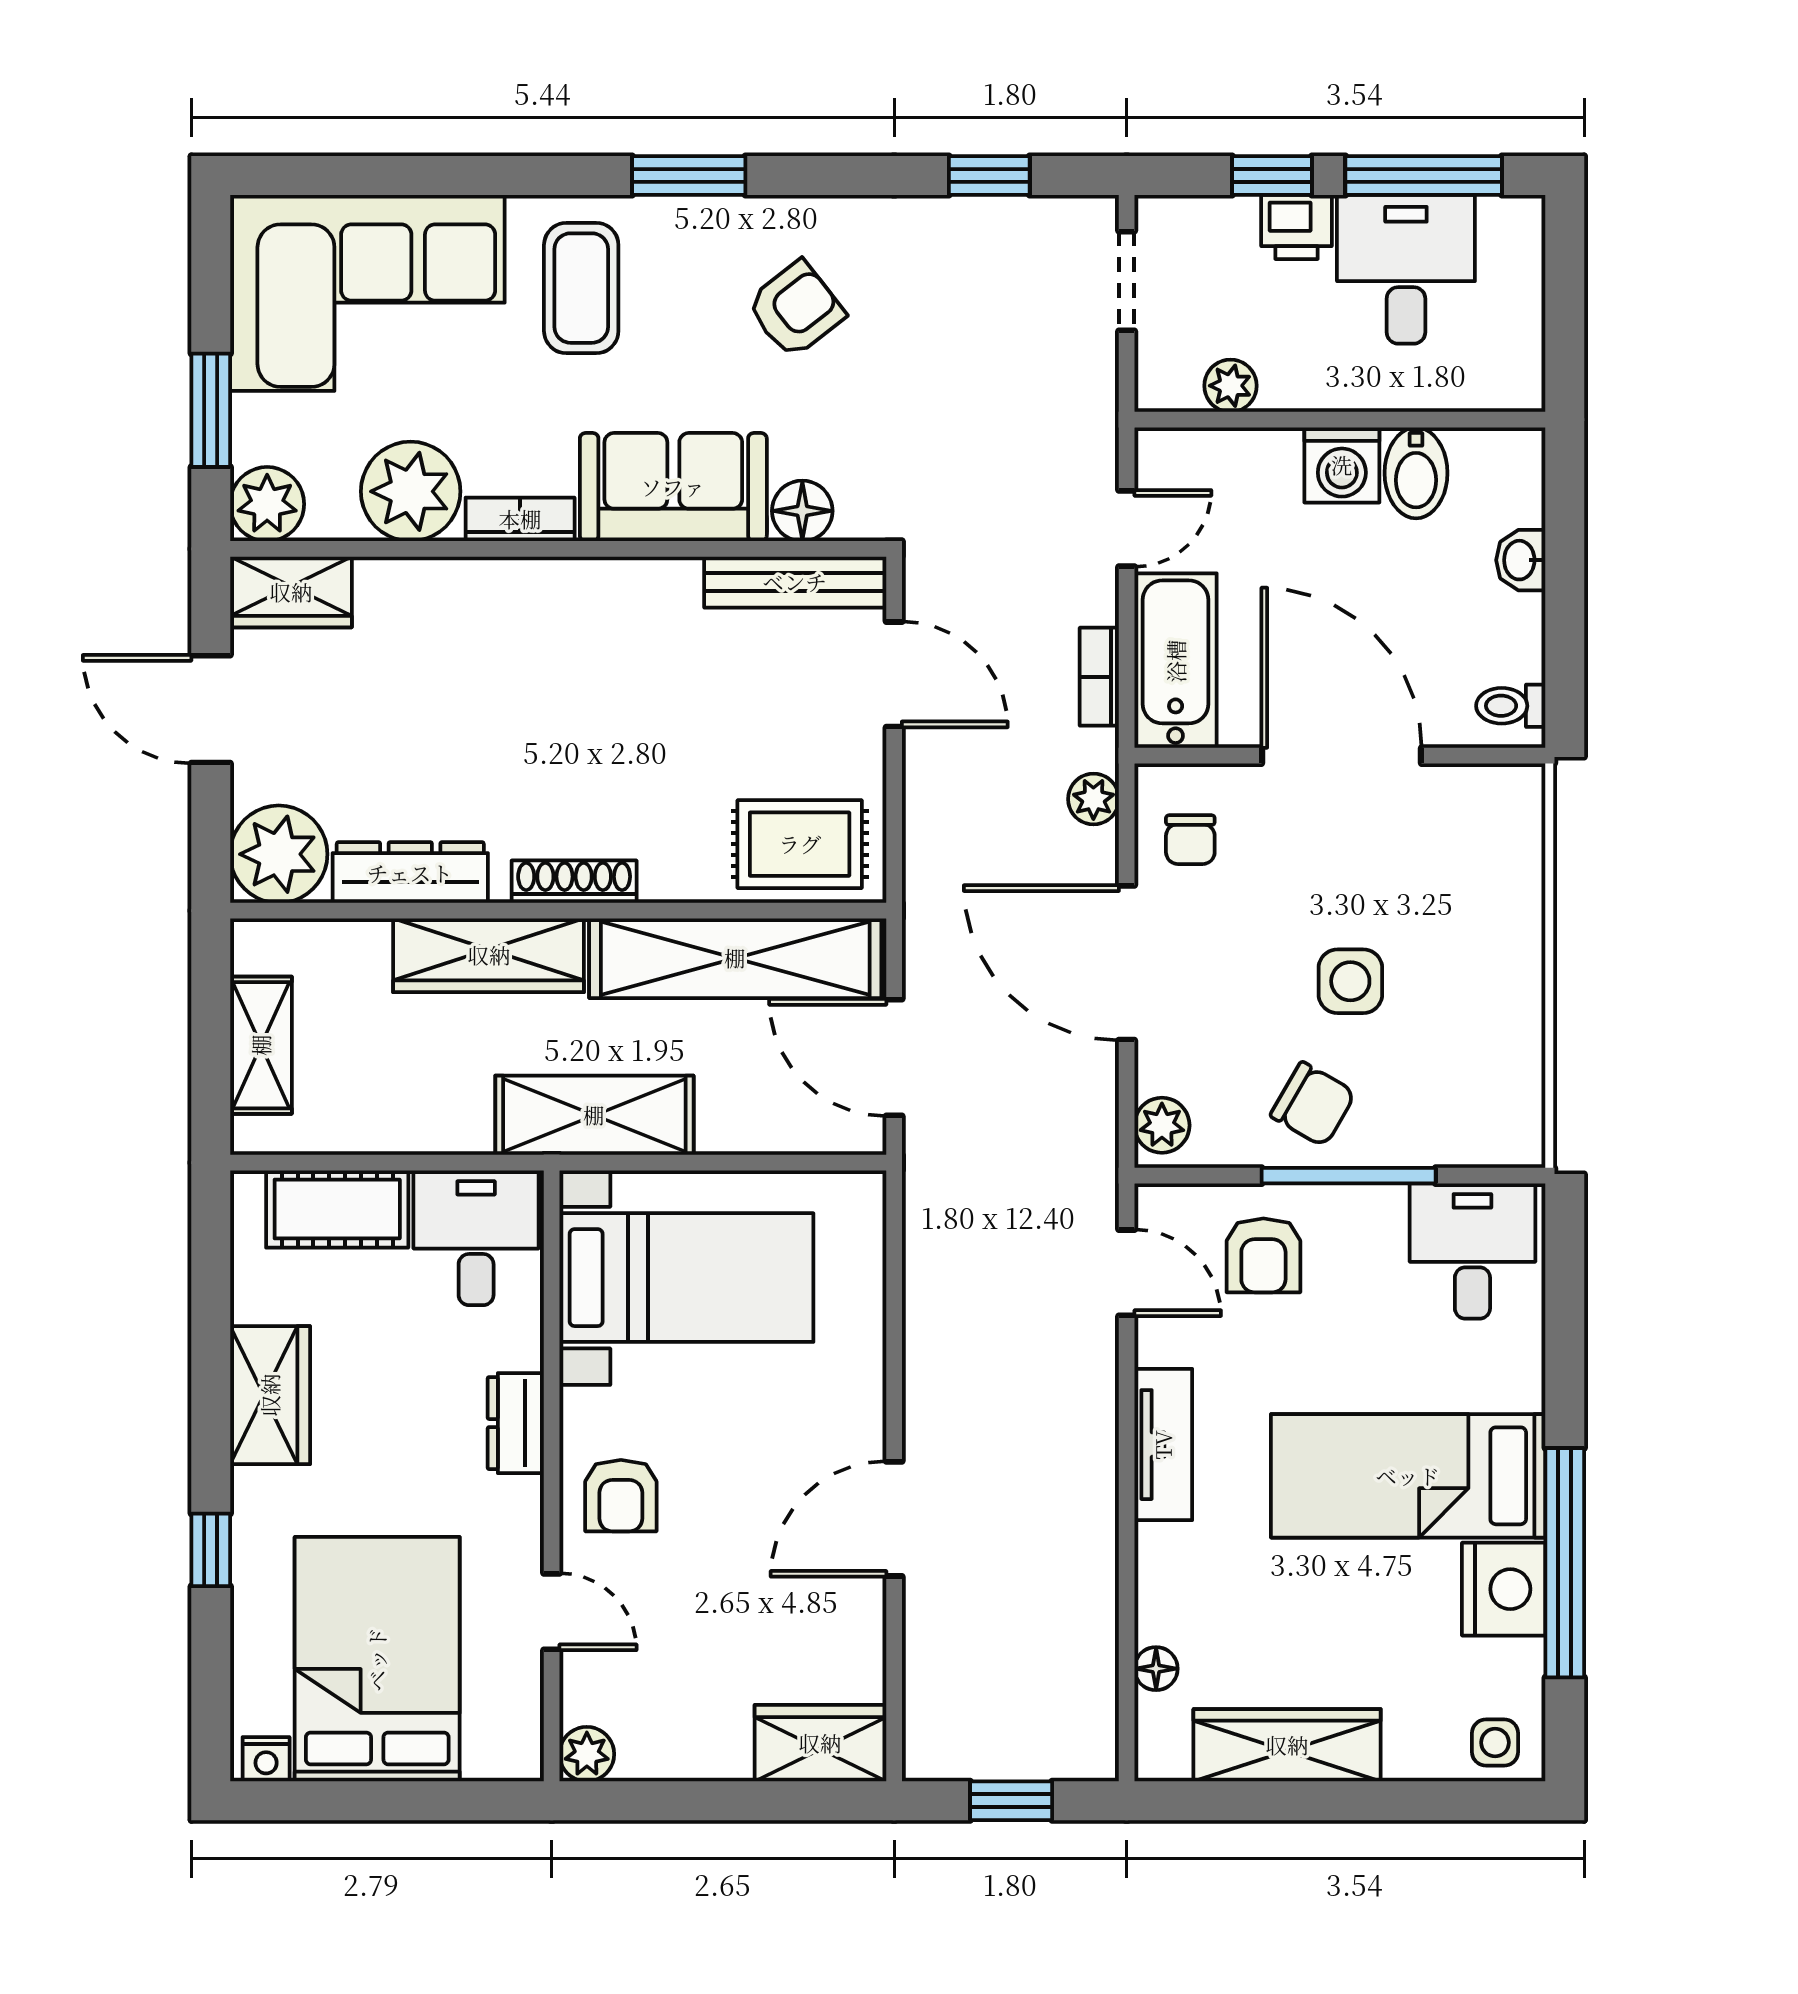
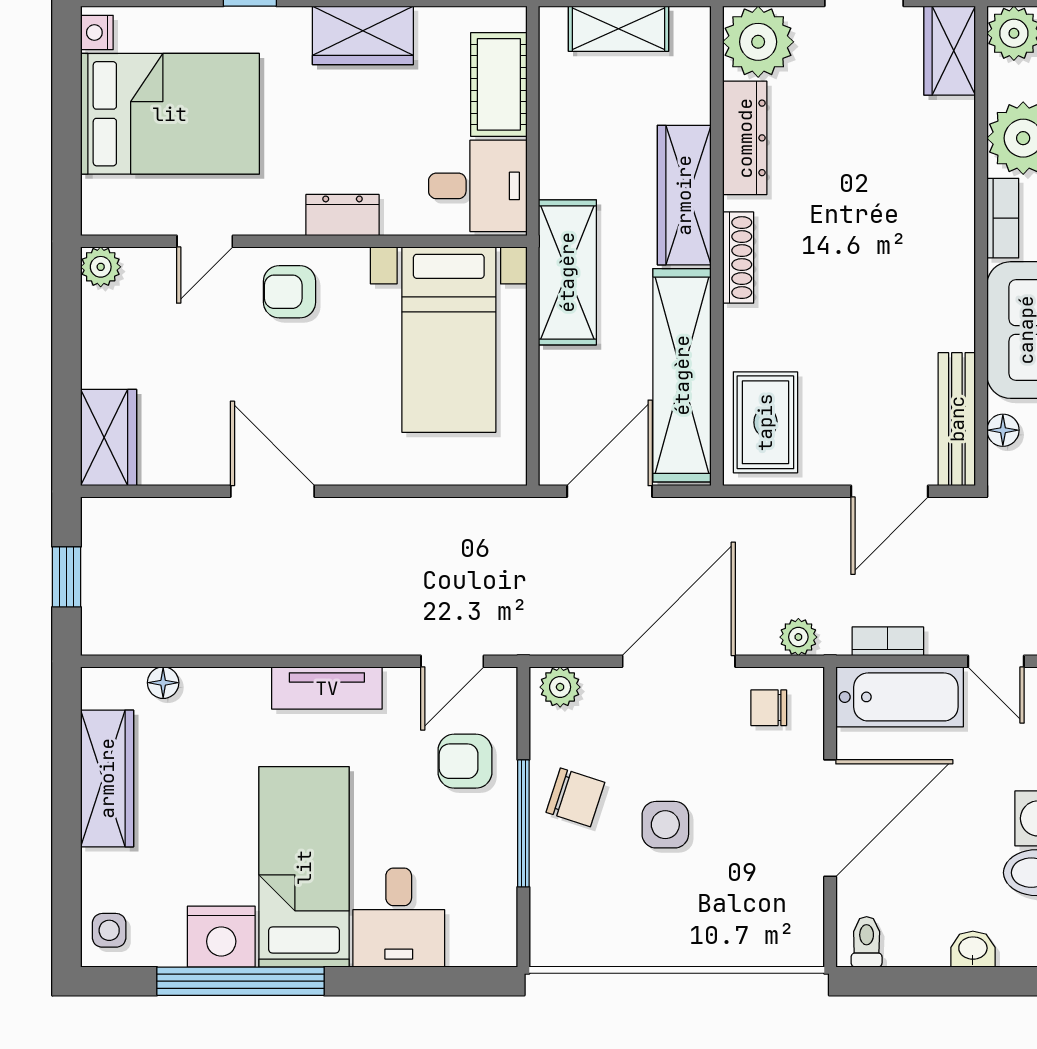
floor lamp: (802, 511) -> (1003, 430), width x0.73, depth x0.73
chair: (1313, 1104) -> (575, 797), turned -102
desk: (1472, 1251) -> (399, 918), moved, turned 90

